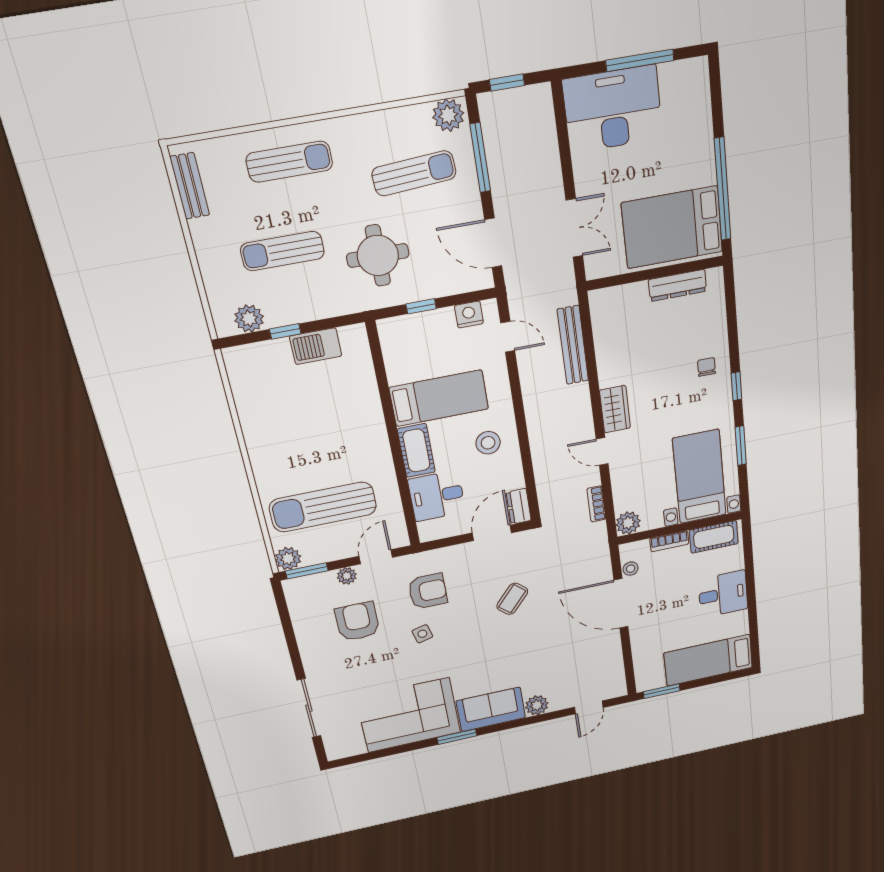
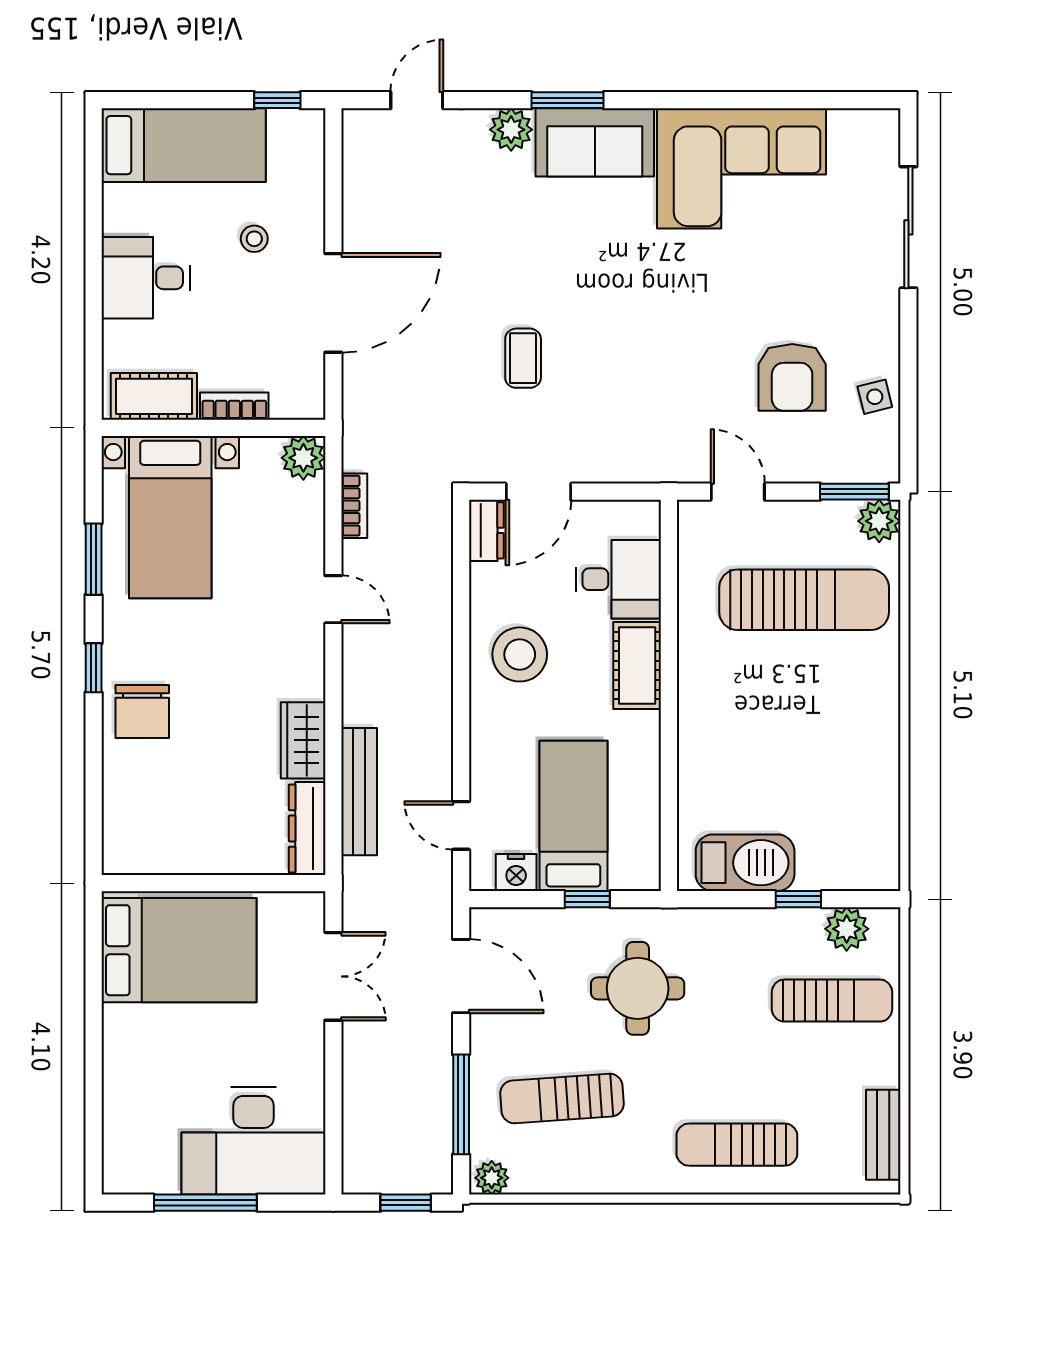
plant: (448, 115) -> (492, 1178), width x0.73, depth x0.73
window: (723, 189) -> (94, 995), removed
double door: (574, 228) -> (333, 976), swing flipped
sun lounger: (282, 251) -> (832, 1001), moved
dresser: (678, 285) -> (307, 829), moved, turned -90
barbecue: (316, 346) -> (745, 863), width x1.37, depth x1.21
chair: (706, 367) -> (142, 711), width x1.87, depth x1.87
bed: (439, 398) -> (573, 816), moved, turned 90
wardrobe: (615, 409) -> (303, 740), moved
stool: (488, 443) -> (520, 654), width x1.38, depth x1.38
door: (376, 557) -> (738, 492), swing flipped
stool: (631, 569) -> (254, 239), moved
plant: (347, 576) -> (792, 467), removed
armchair: (428, 591) -> (664, 407), removed
coffee table: (512, 599) -> (523, 358), turned -41
door: (621, 604) -> (333, 303), hinge flipped
side table: (422, 634) -> (875, 397), moved
window: (662, 691) -> (277, 100), width x0.67
window: (457, 737) -> (568, 100), moved

